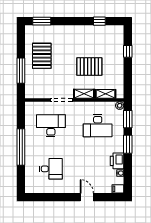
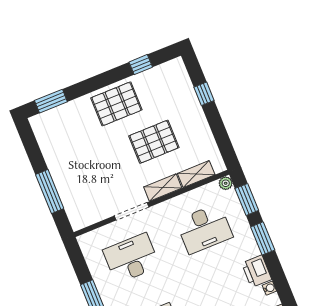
pallet: (42, 56) -> (116, 104), moved, turned 90

